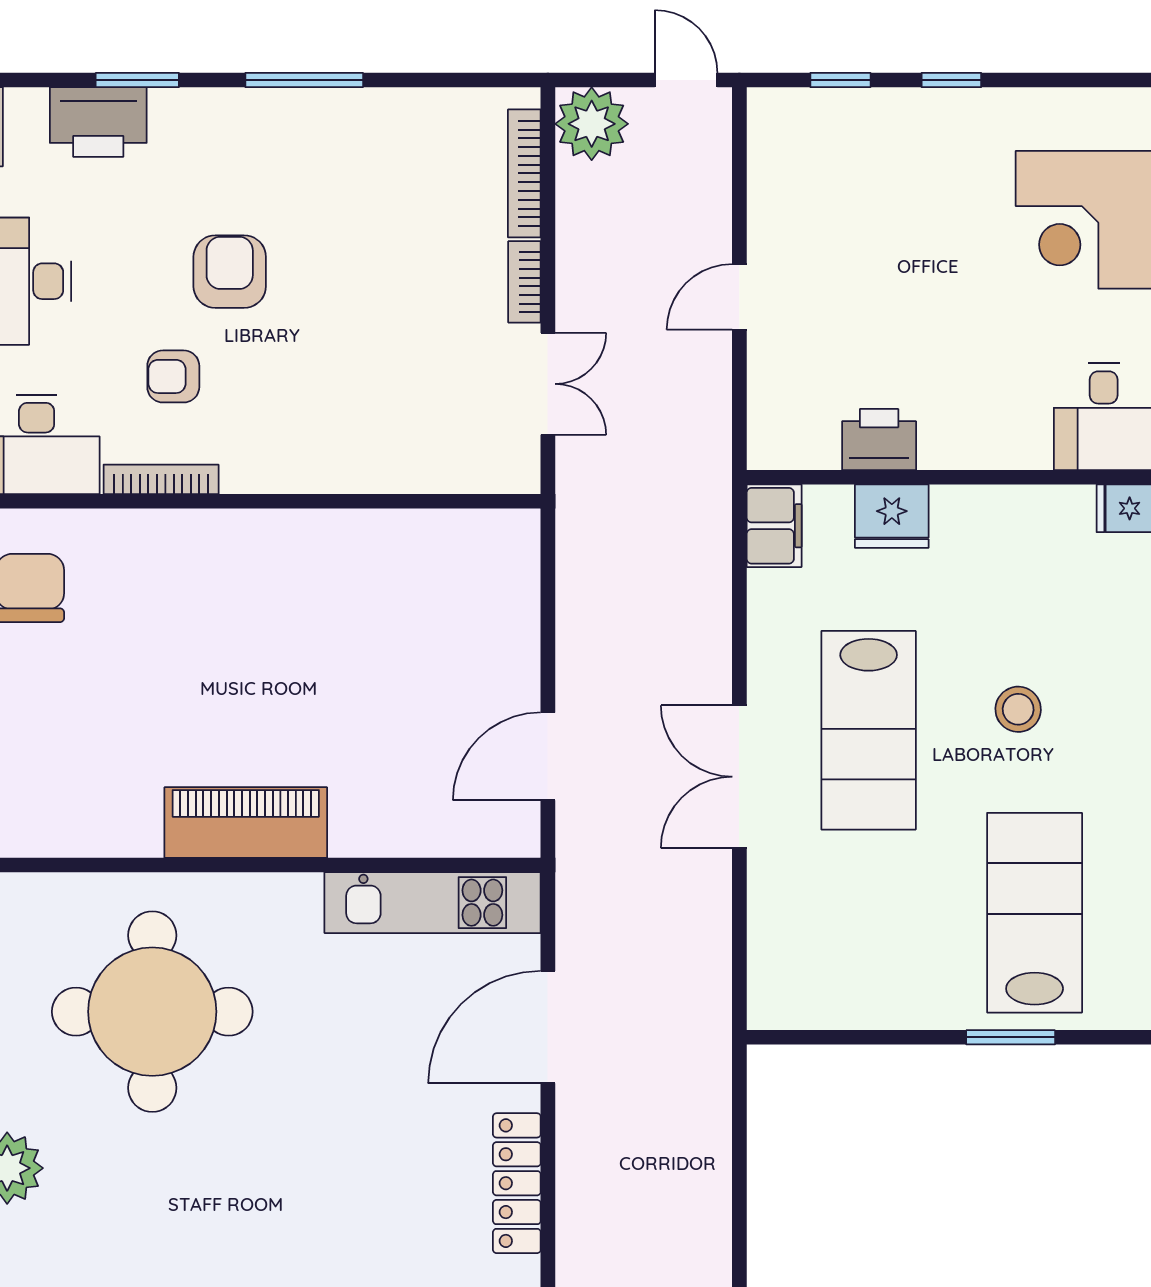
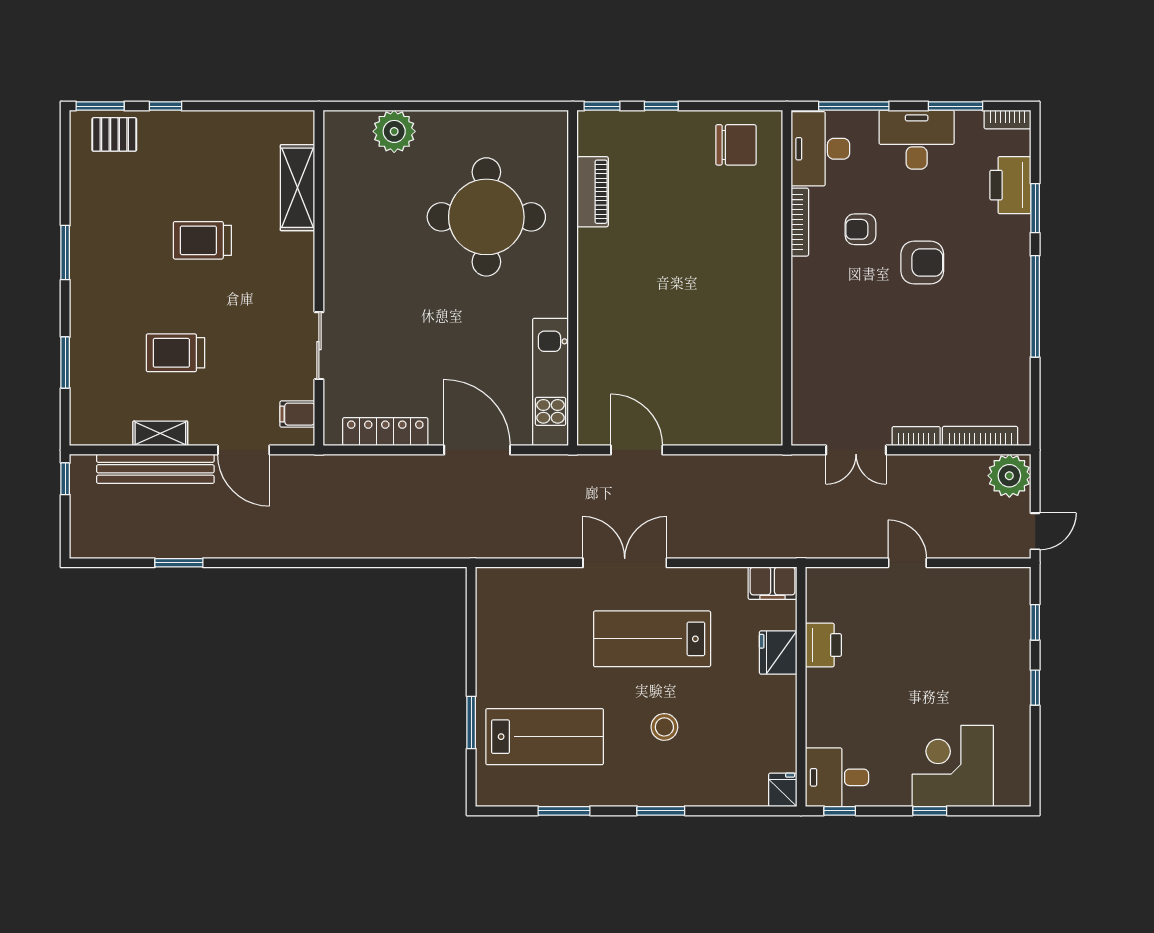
window: (304, 80) -> (1035, 306), width x1.46
armchair: (173, 376) -> (860, 229), turned -90
piano: (246, 823) -> (593, 192), moved, width x0.73, depth x0.75

